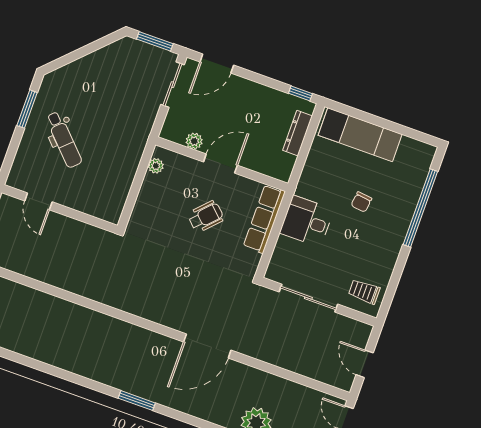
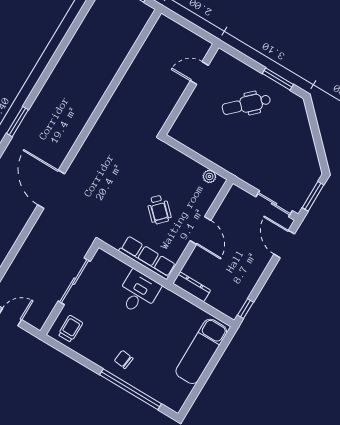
dresser: (298, 133) -> (192, 287), moved
plant: (194, 141) -> (224, 212), removed
chair: (361, 202) -> (124, 359), moved

